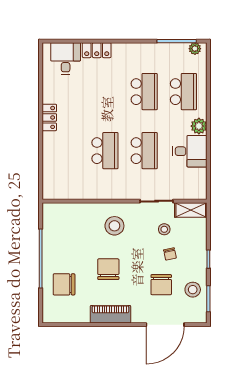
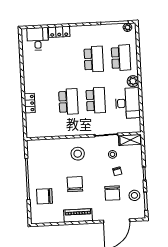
locker: (49, 117) -> (30, 103), moved
desk: (190, 151) -> (128, 103), width x1.37

